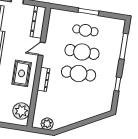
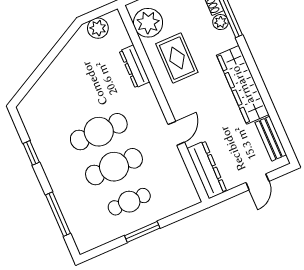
rug: (22, 73) -> (177, 58), moved
dresser: (44, 79) -> (135, 67), moved

